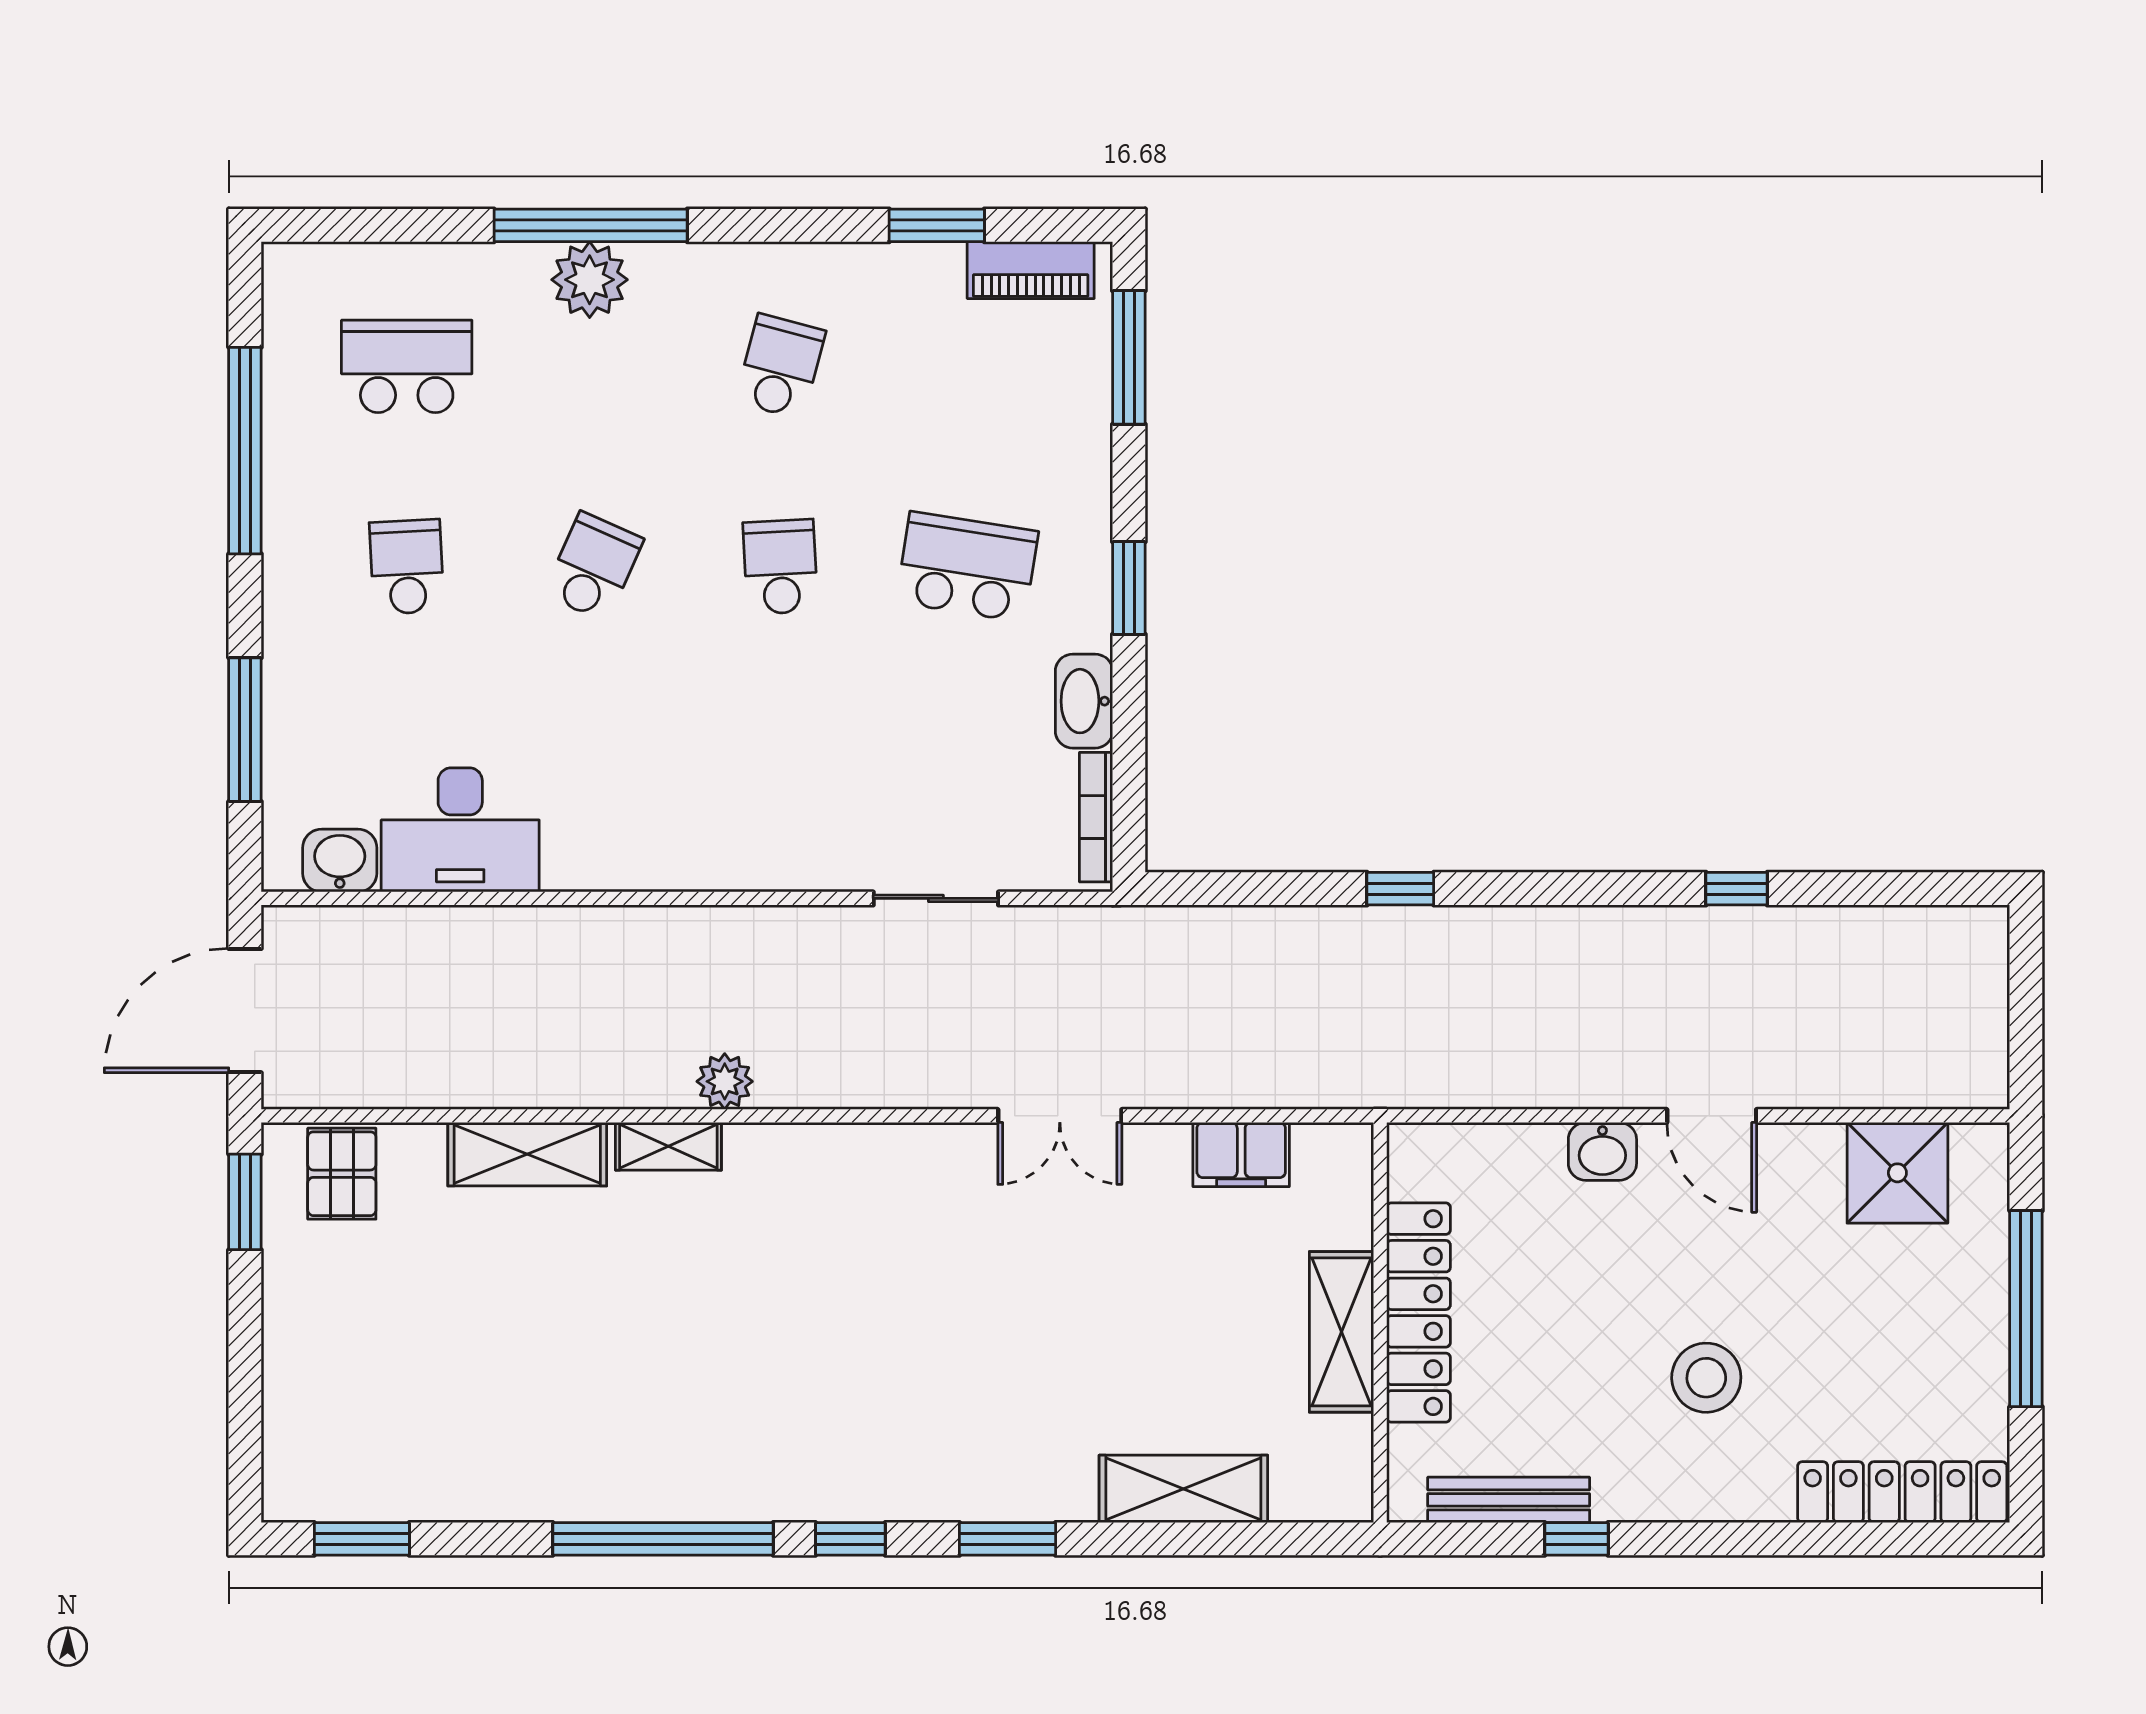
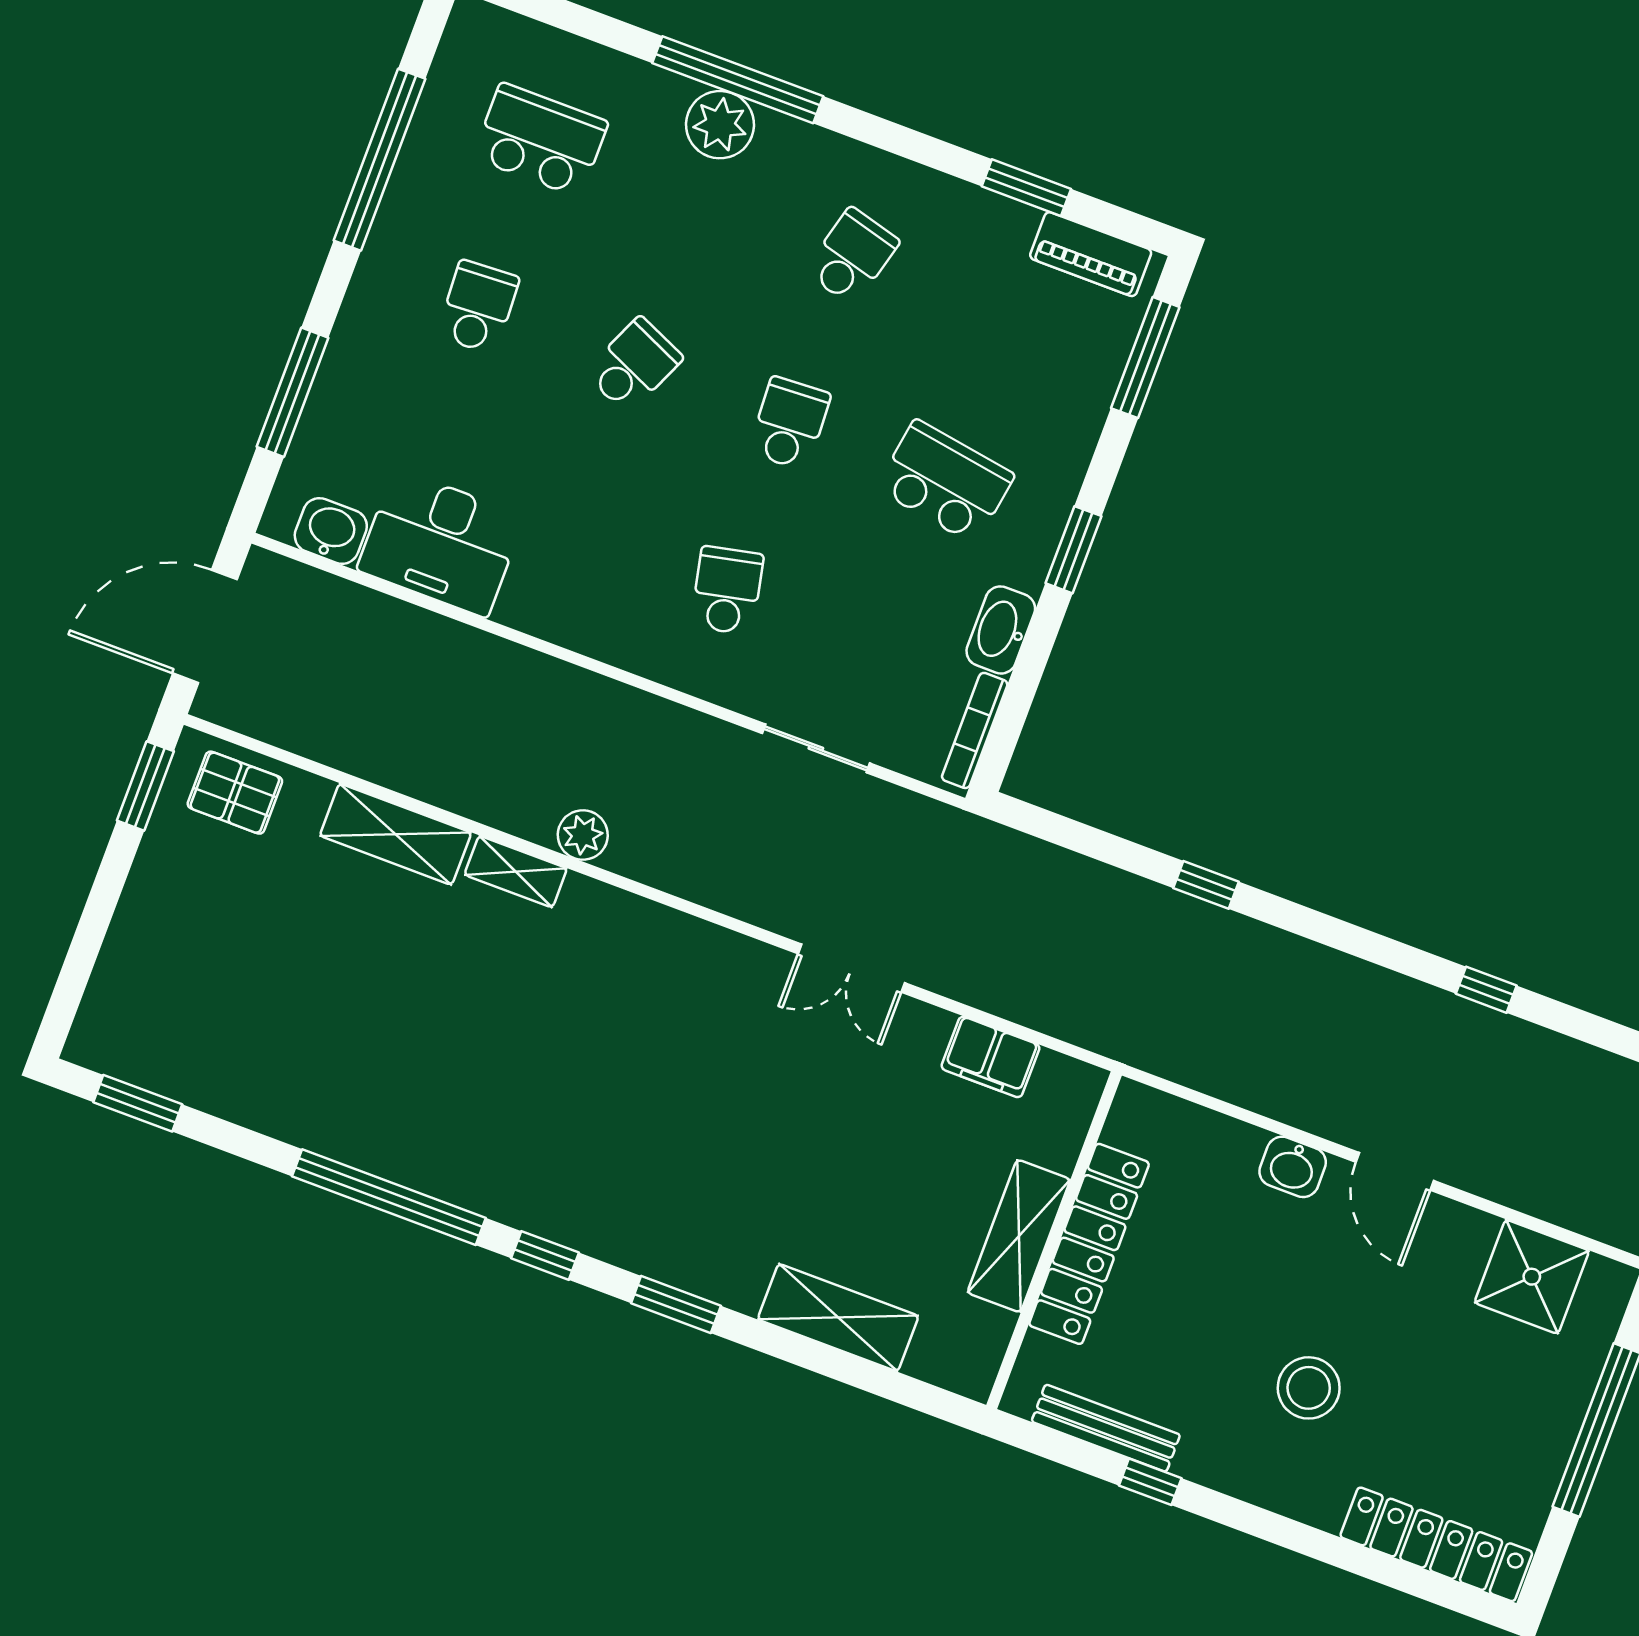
school desk: (780, 767) -> (727, 590), added
pallet: (342, 1174) -> (235, 793), turned 90

